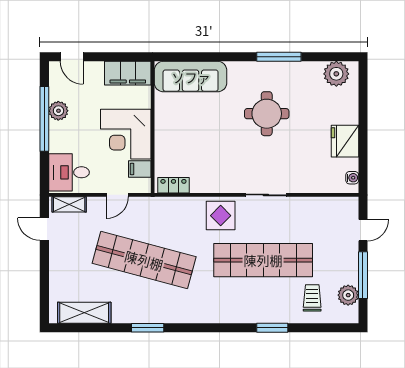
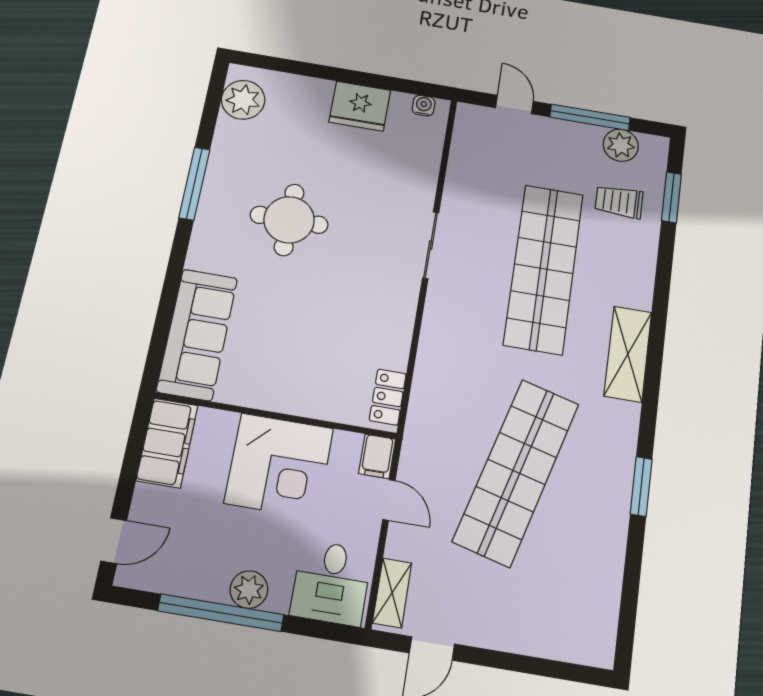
plant: (58, 111) -> (249, 590), moved
filing cabinet: (140, 169) -> (377, 456), moved
display table: (221, 216) -> (455, 326), removed
shelving: (84, 313) -> (628, 354), moved
window: (272, 328) -> (671, 197), moved

